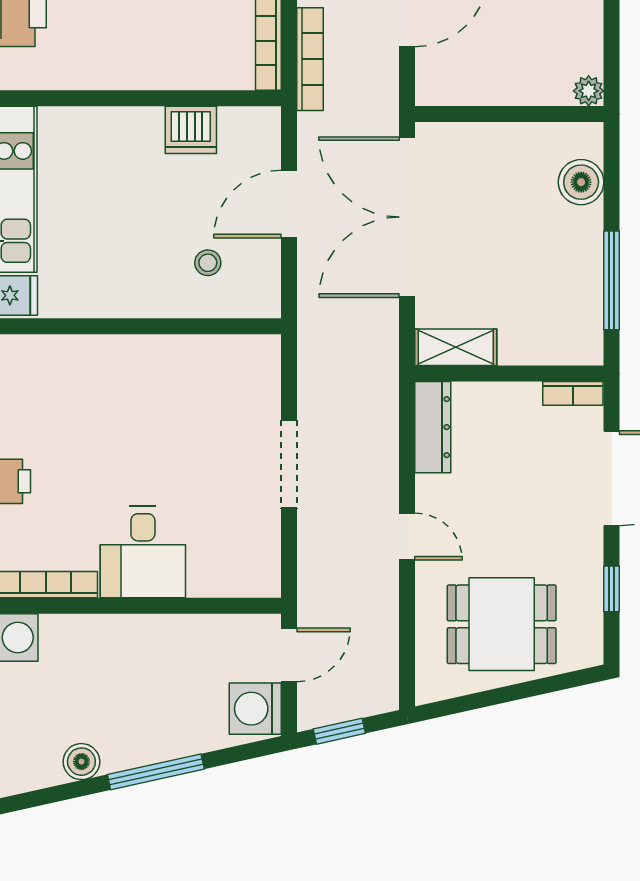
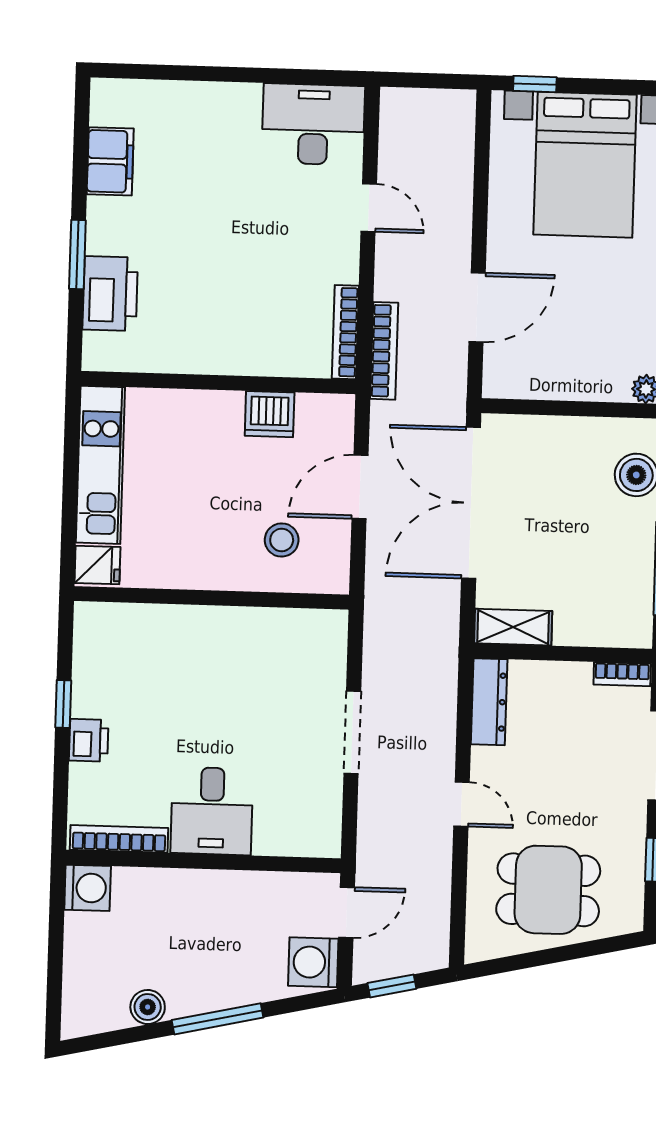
stool: (208, 263) -> (282, 540), width x1.37, depth x1.37

